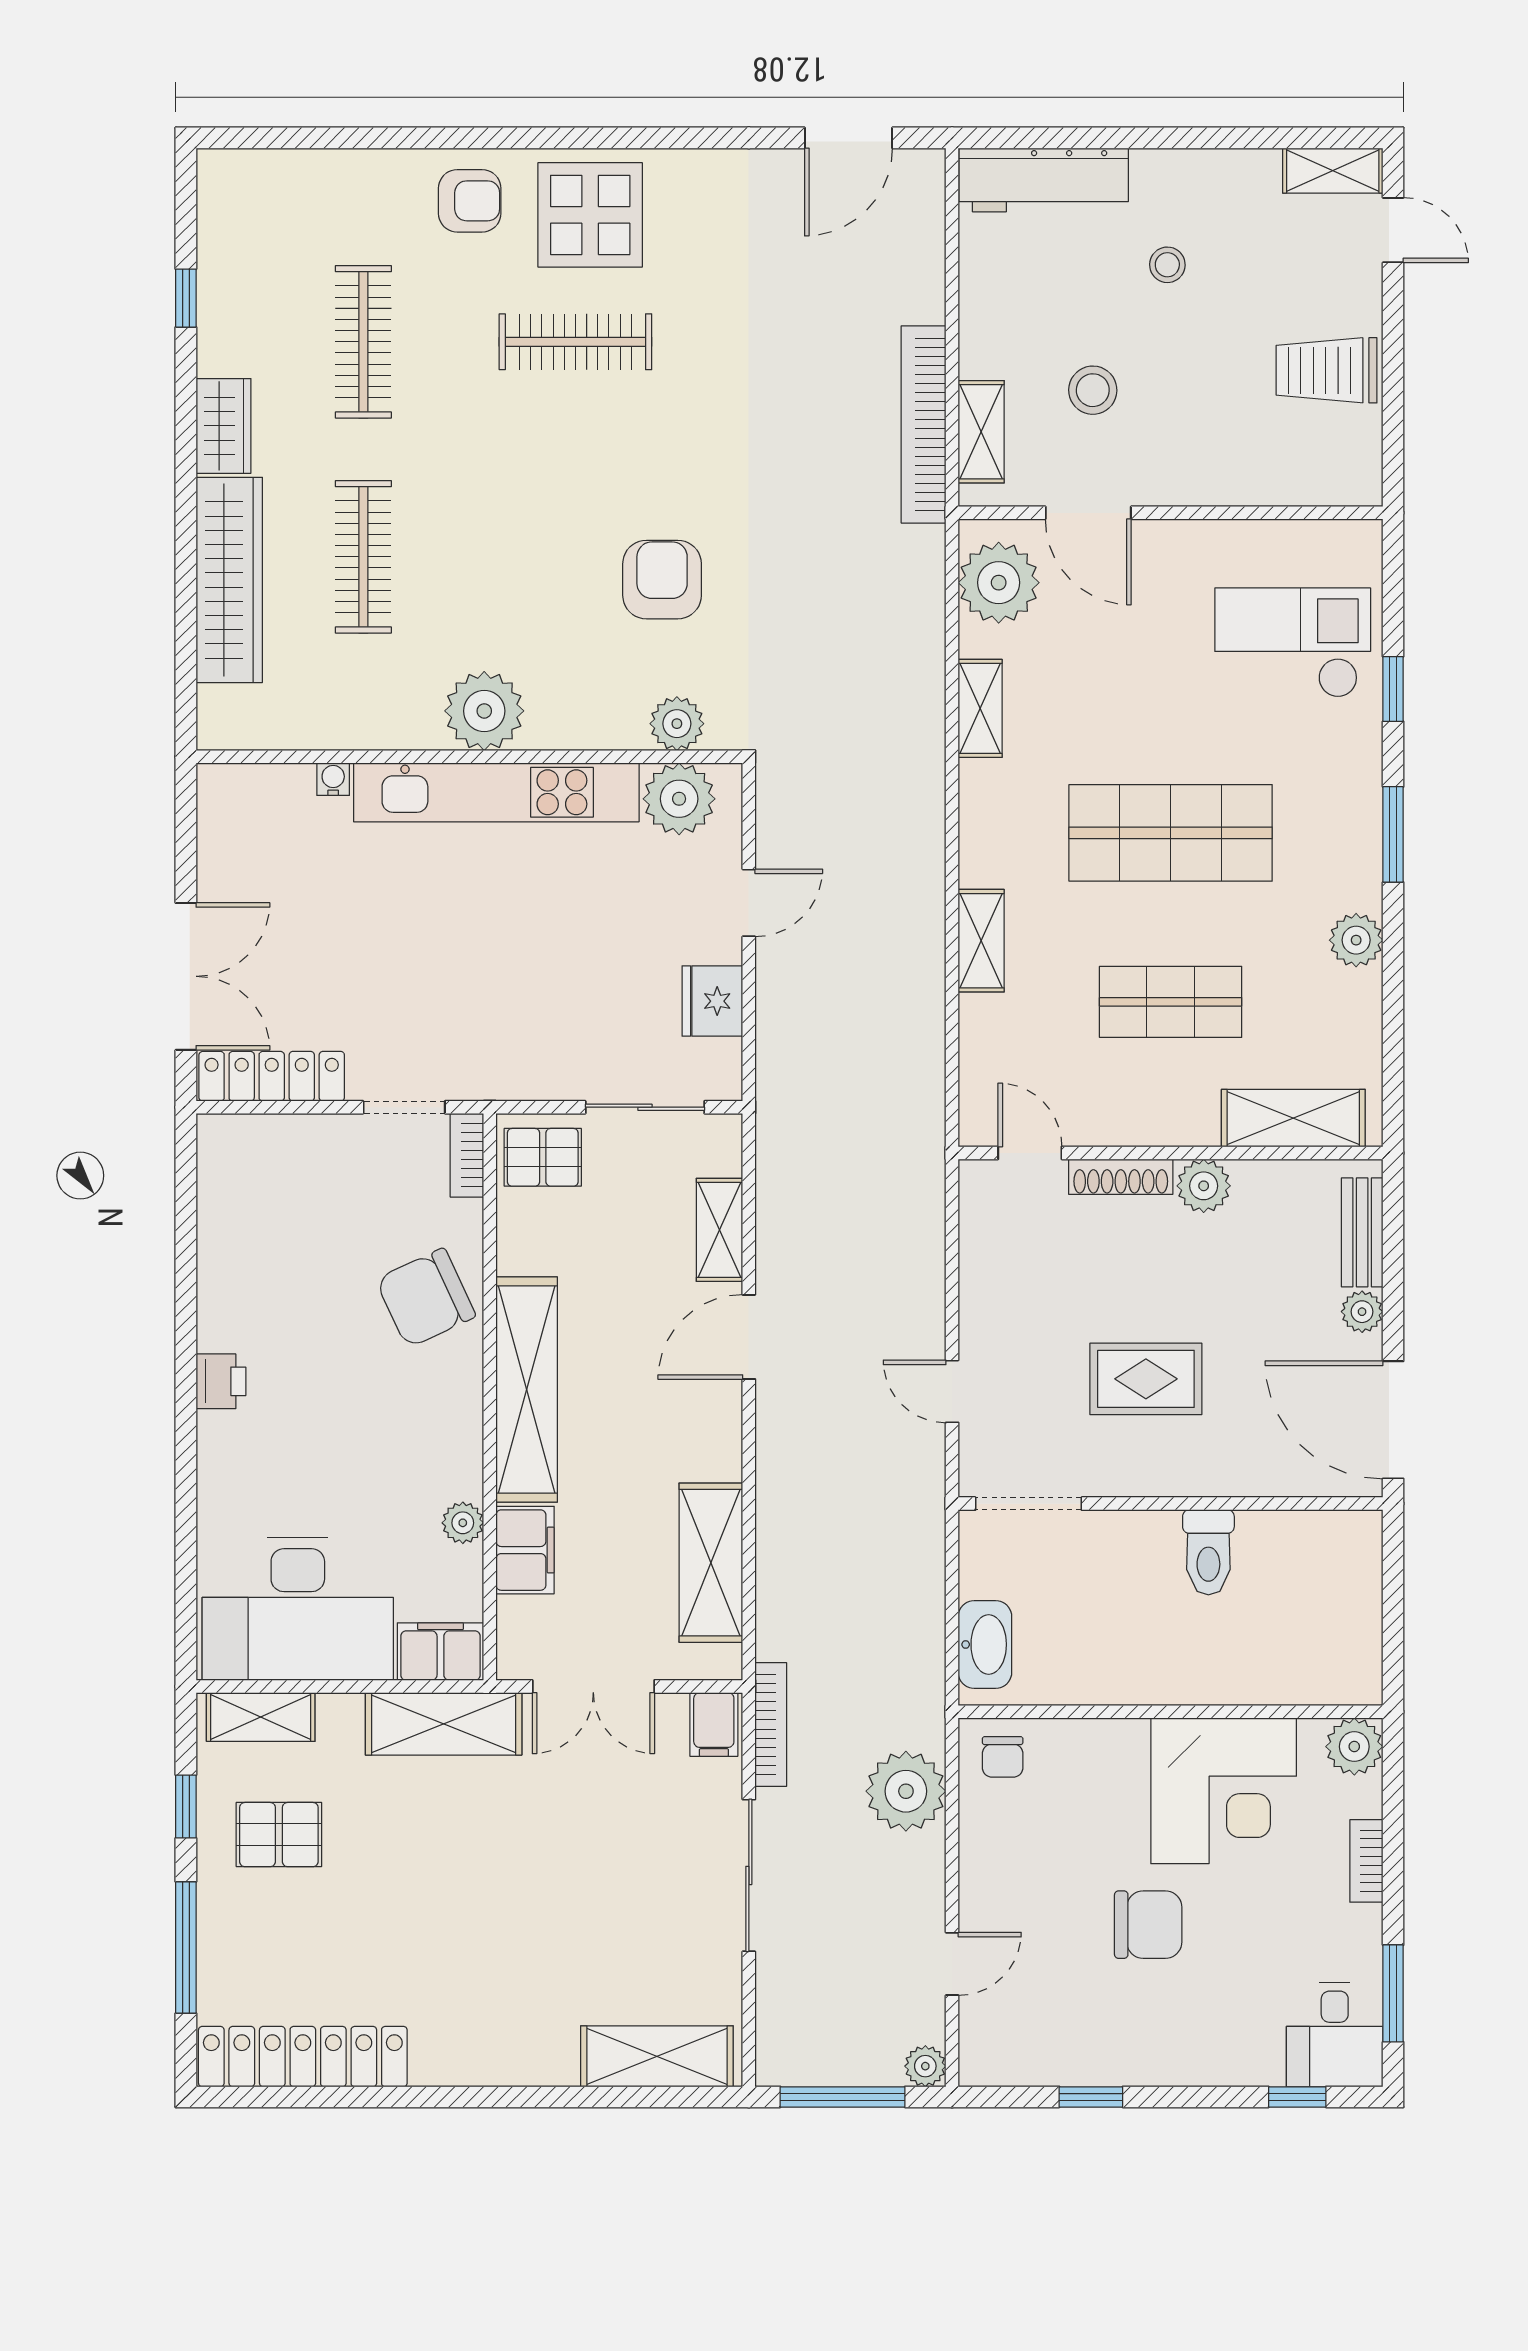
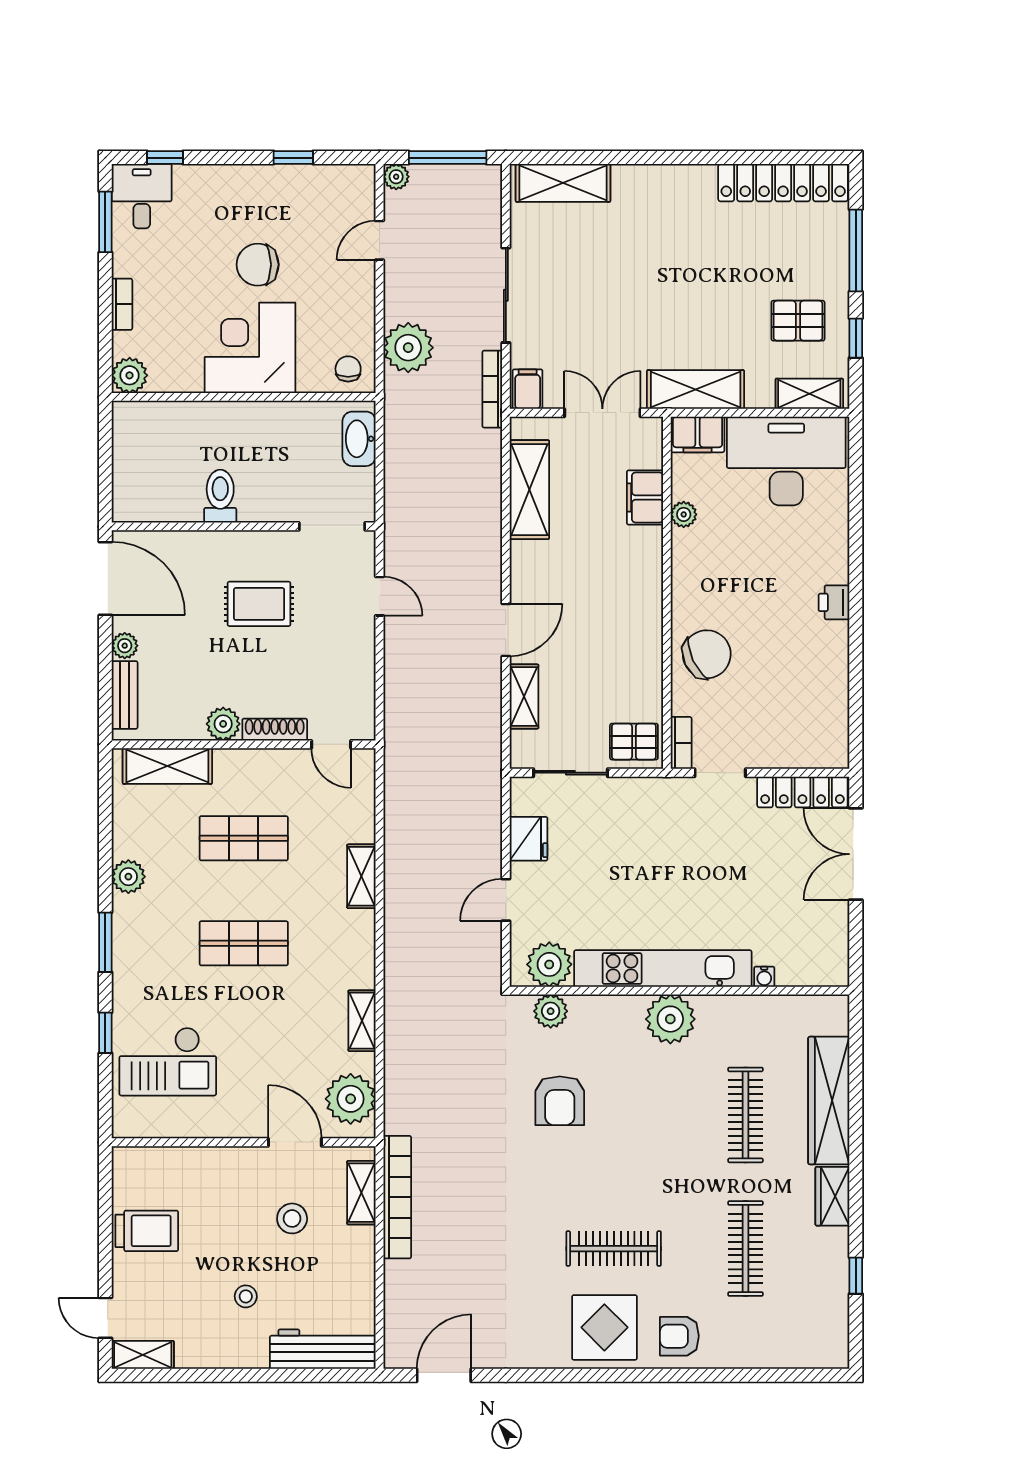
shop shelf: (1171, 833) -> (244, 943), width x0.70, depth x0.74
shelving: (527, 1390) -> (644, 597), removed
corner desk: (1224, 1791) -> (250, 348), moved

